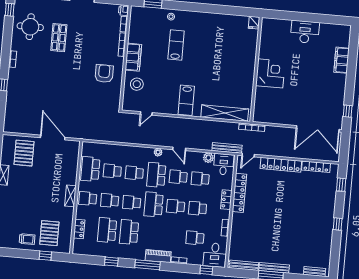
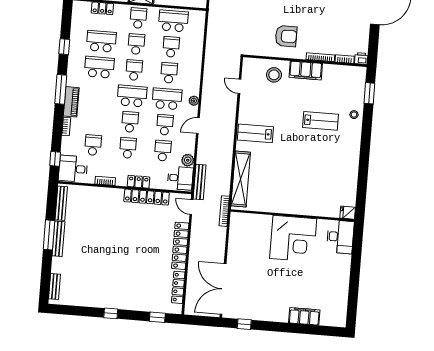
desk: (305, 32) -> (340, 237), moved
corner desk: (270, 73) -> (293, 239), width x1.36, depth x1.36

